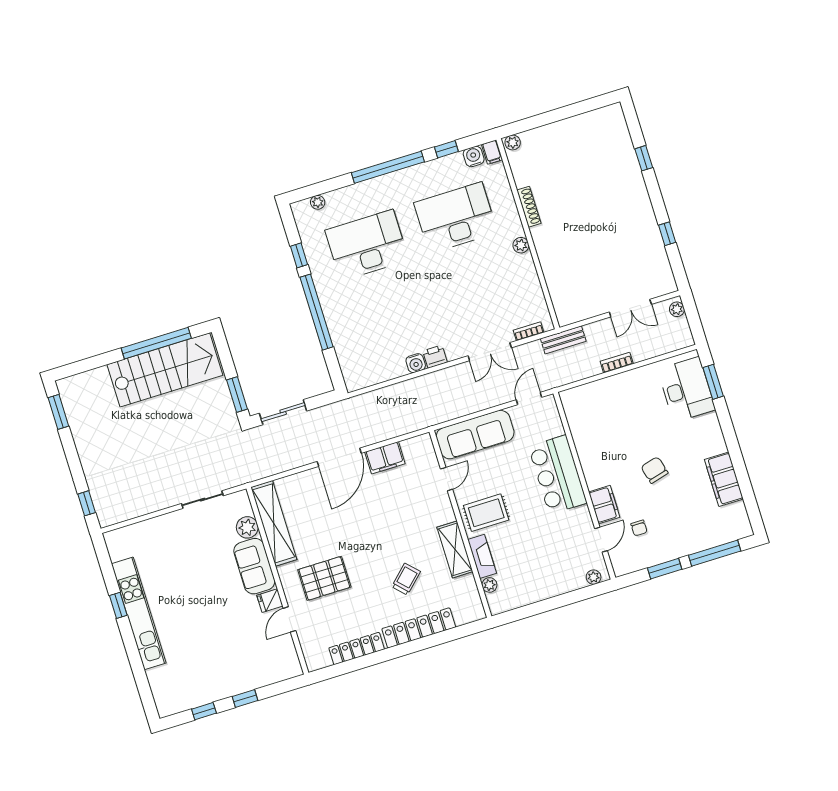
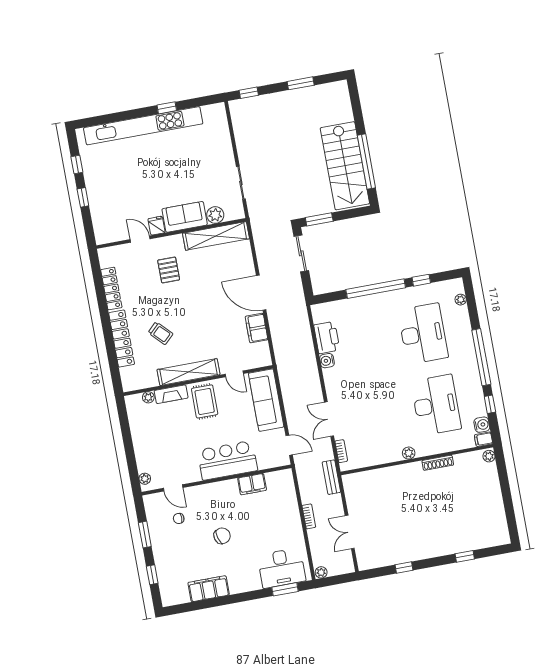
plant: (677, 309) -> (321, 572), moved
printer: (435, 357) -> (327, 337), moved, width x1.87, depth x1.48
window: (58, 412) -> (301, 83), moved
filing cabinet: (604, 505) -> (252, 484), moved
shelving: (455, 549) -> (188, 372), width x1.47
window: (715, 553) -> (152, 575), width x0.46
pallet: (324, 578) -> (169, 270), width x0.67, depth x0.71
kitchen unit: (139, 613) -> (143, 126), width x1.36

